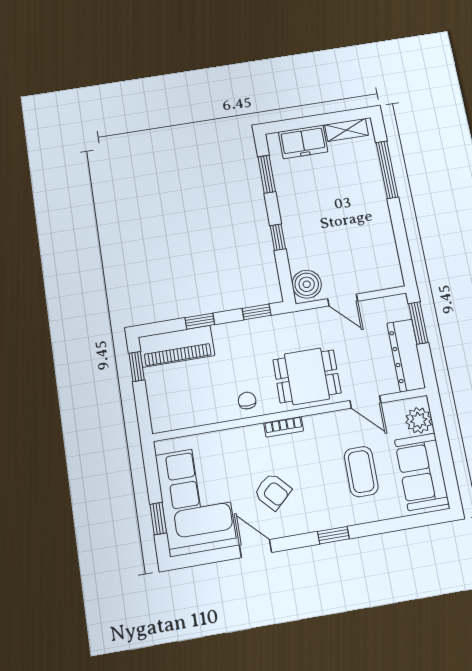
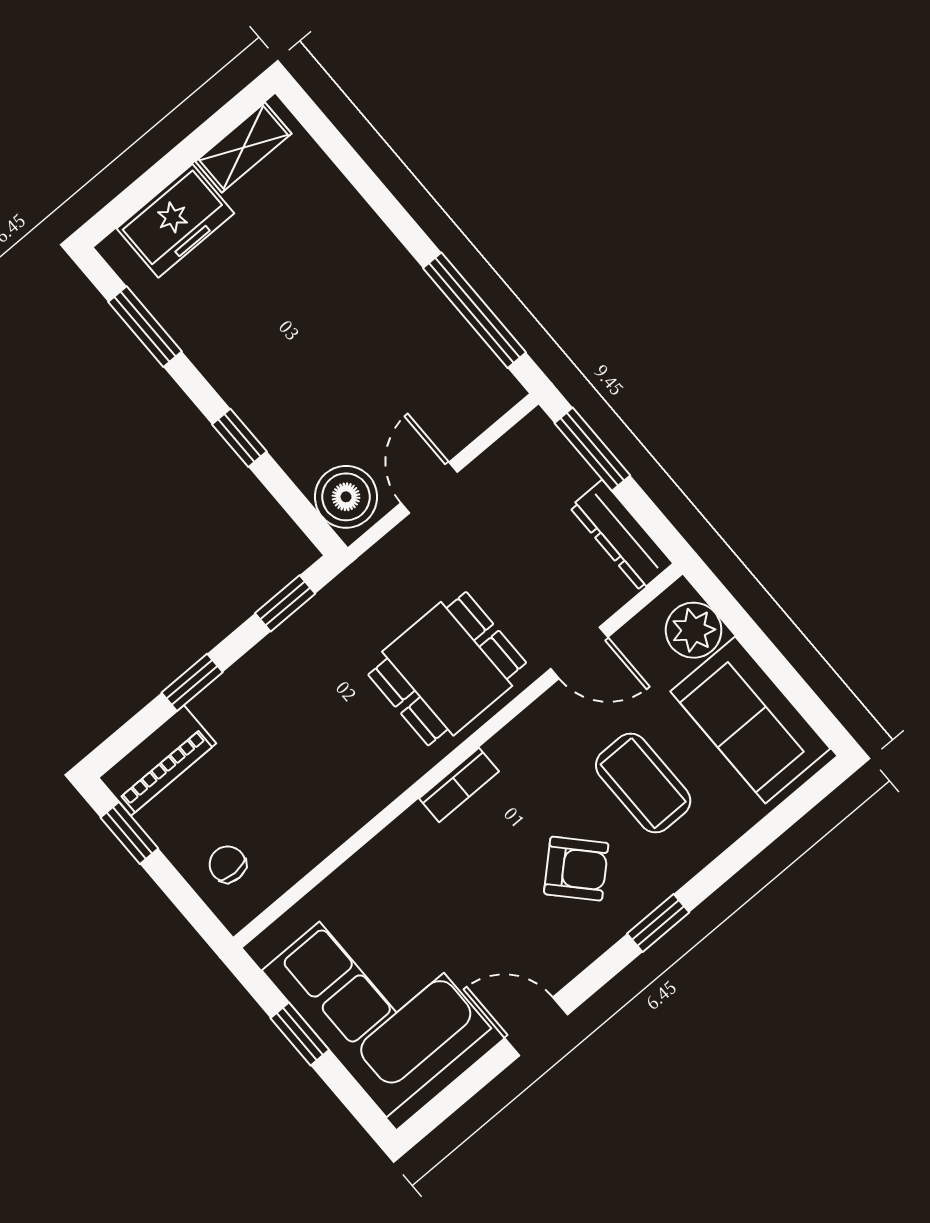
window: (387, 170) -> (474, 310), moved
door: (343, 300) -> (429, 488), swing flipped
piano: (176, 346) -> (157, 761), width x0.73, depth x0.75
dresser: (406, 355) -> (621, 535), width x0.73, depth x0.80
chair: (247, 401) -> (228, 864), moved
armchair: (273, 492) -> (576, 869), moved
window: (158, 519) -> (300, 1034), moved

